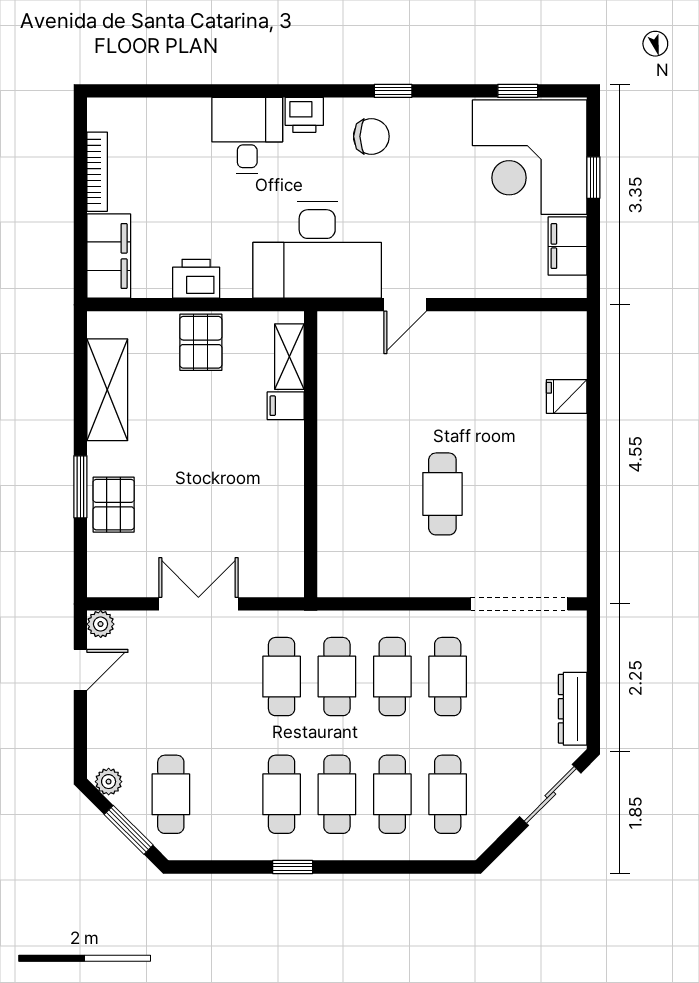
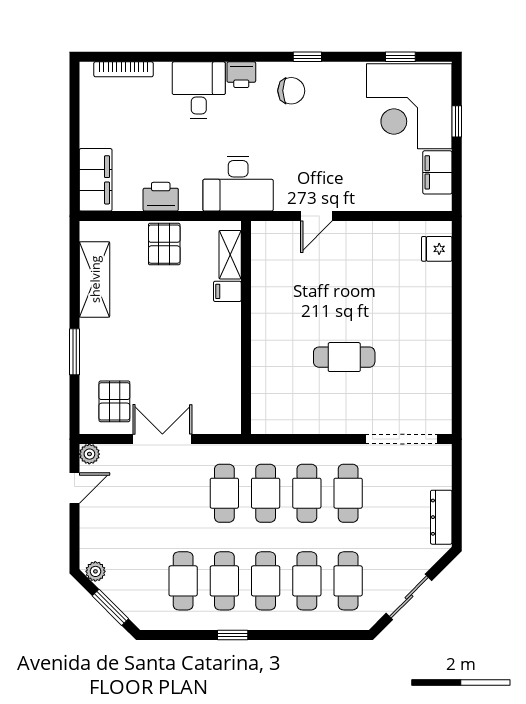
bookcase: (97, 172) -> (124, 69), moved, turned 90
desk: (317, 250) -> (238, 184), width x0.73, depth x0.77
fridge: (567, 396) -> (437, 249), moved
cafe table: (442, 494) -> (344, 357), turned 90
pallet: (114, 505) -> (114, 401), moved
cafe table: (171, 794) -> (183, 581), moved
sliding door: (550, 795) -> (409, 597), moved

